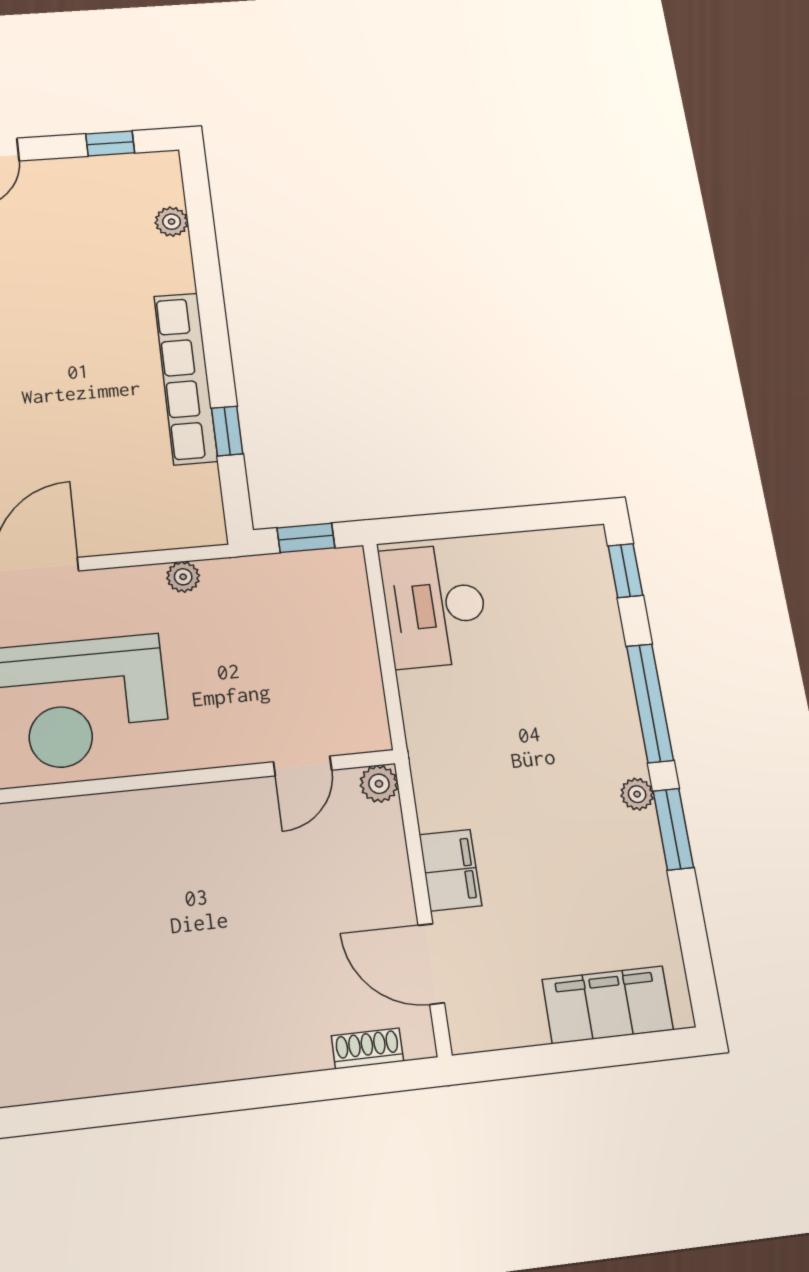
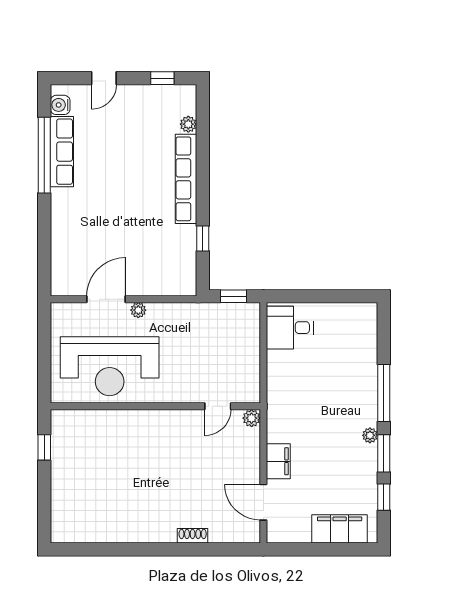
row of seats: (186, 378) -> (186, 179), moved
window: (625, 571) -> (384, 497), moved
plant: (183, 577) -> (138, 310), moved
desk: (435, 606) -> (290, 328), width x0.73
shoe rack: (367, 1048) -> (193, 536), moved

